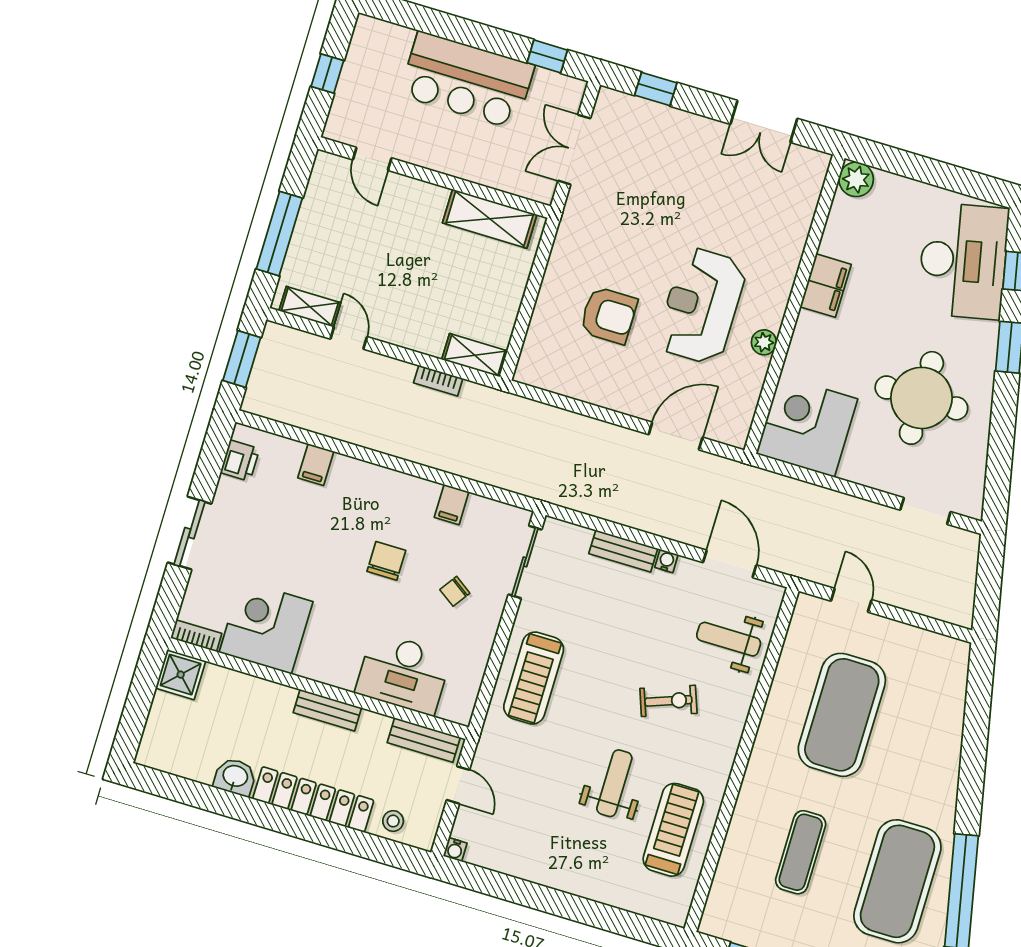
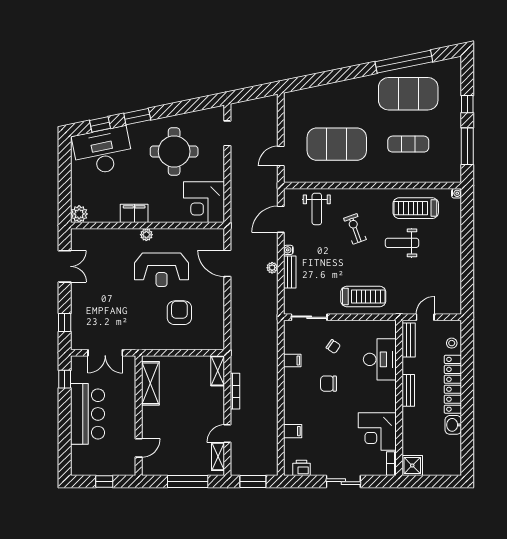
plant: (764, 342) -> (146, 235), moved
bookcase: (438, 381) -> (235, 391), width x1.56
plant: (642, 519) -> (272, 268), added
water cooler: (455, 850) -> (456, 193), moved

